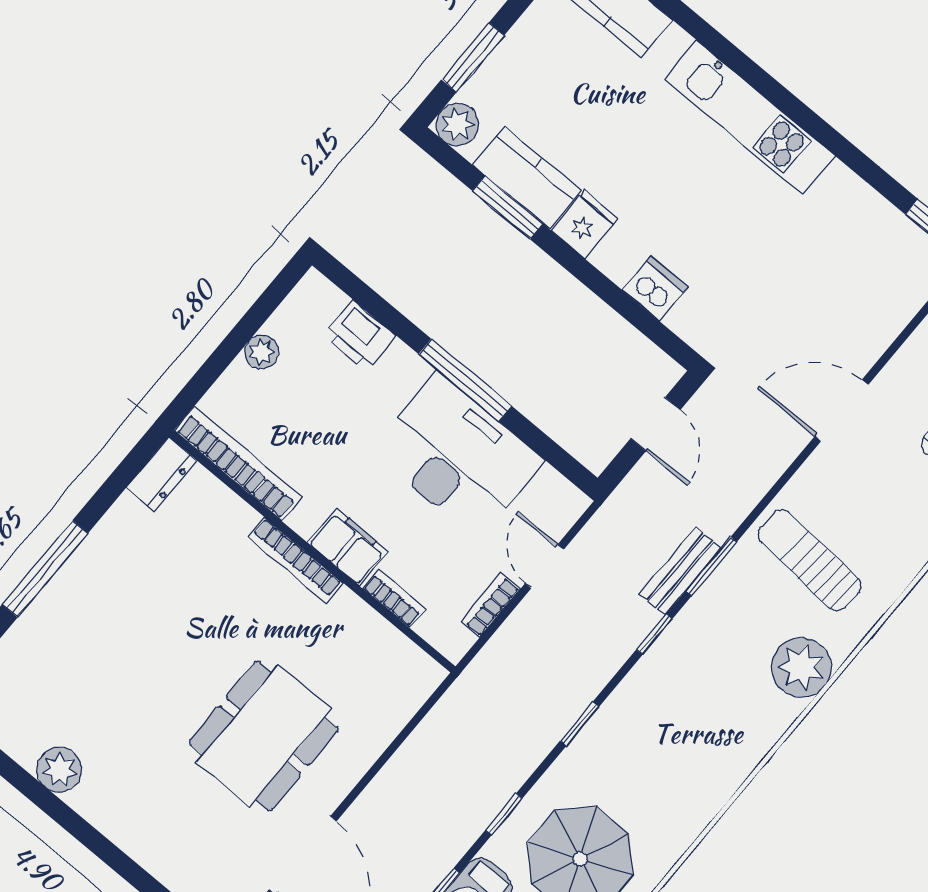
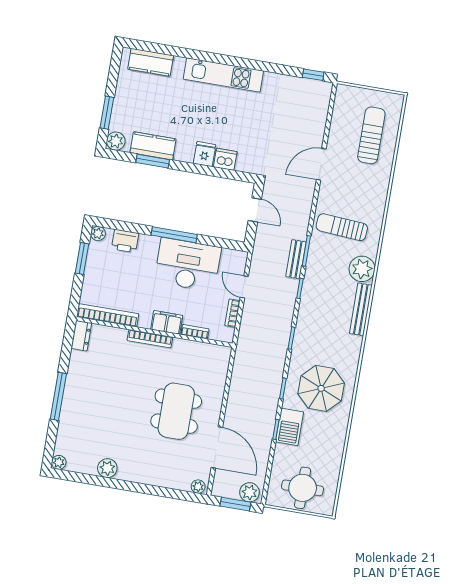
fridge: (585, 225) -> (205, 154), moved
window: (253, 320) -> (82, 259), added
plant: (262, 352) -> (98, 233), moved
bench: (752, 747) -> (361, 309), added

